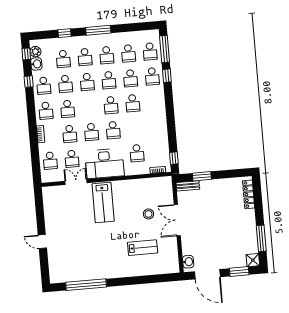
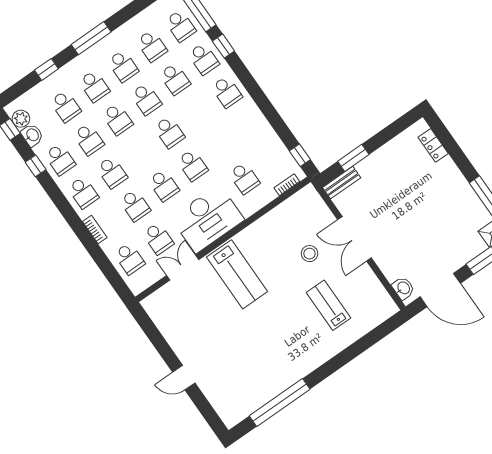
school desk: (133, 103) -> (227, 92), moved
locker: (249, 194) -> (433, 145), width x0.66
lab bench: (143, 248) -> (328, 305), turned -90

